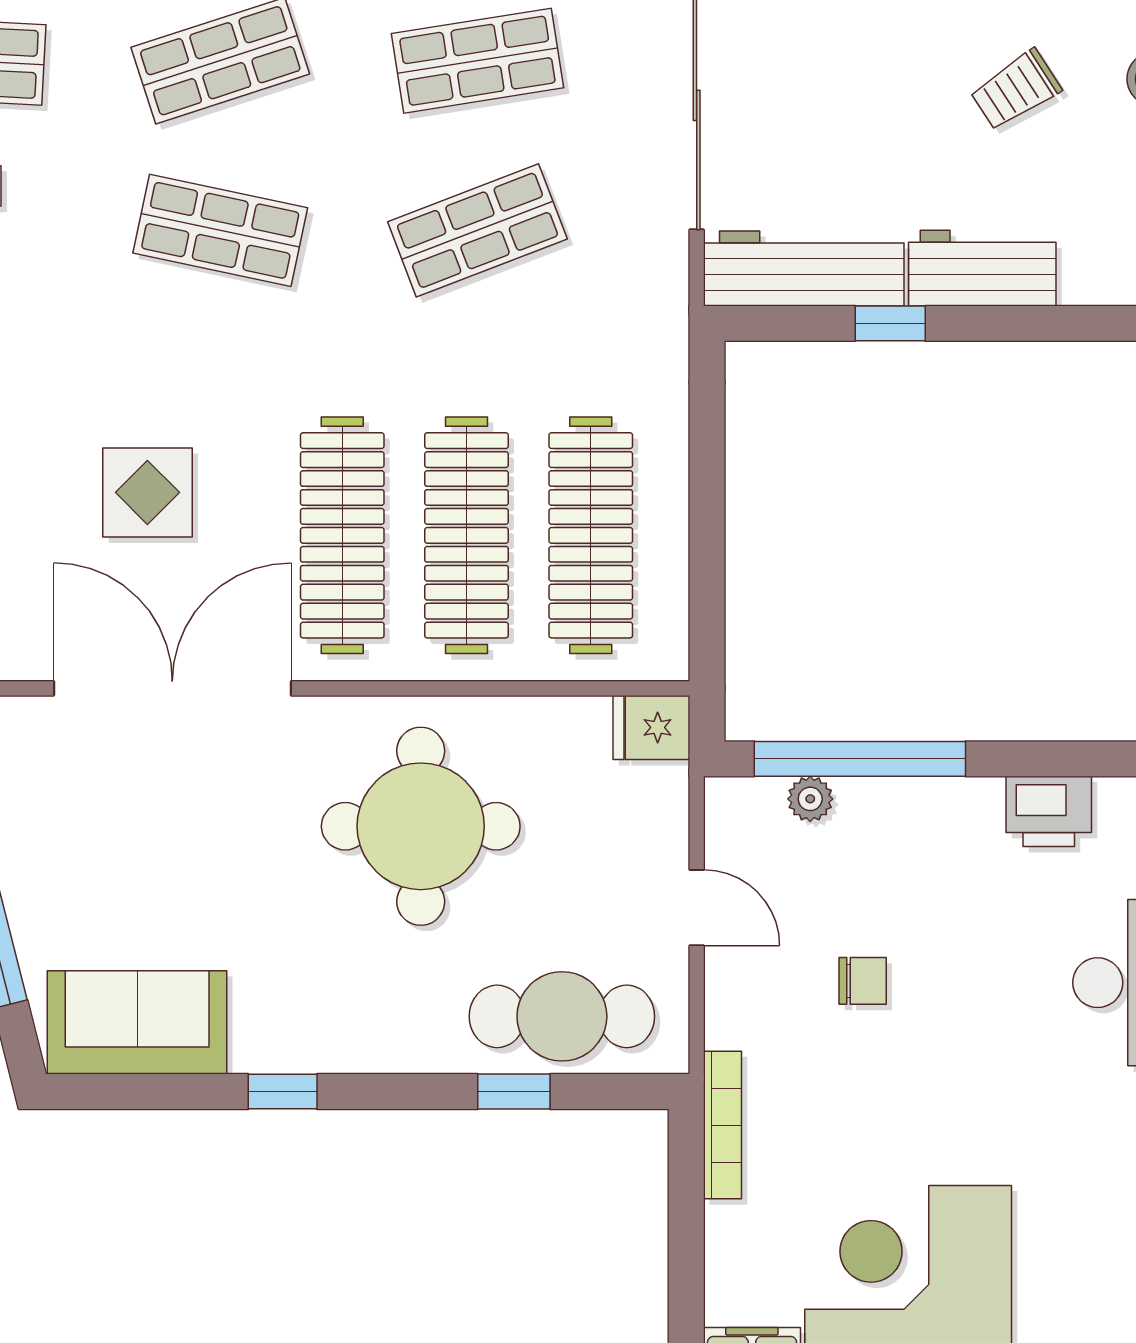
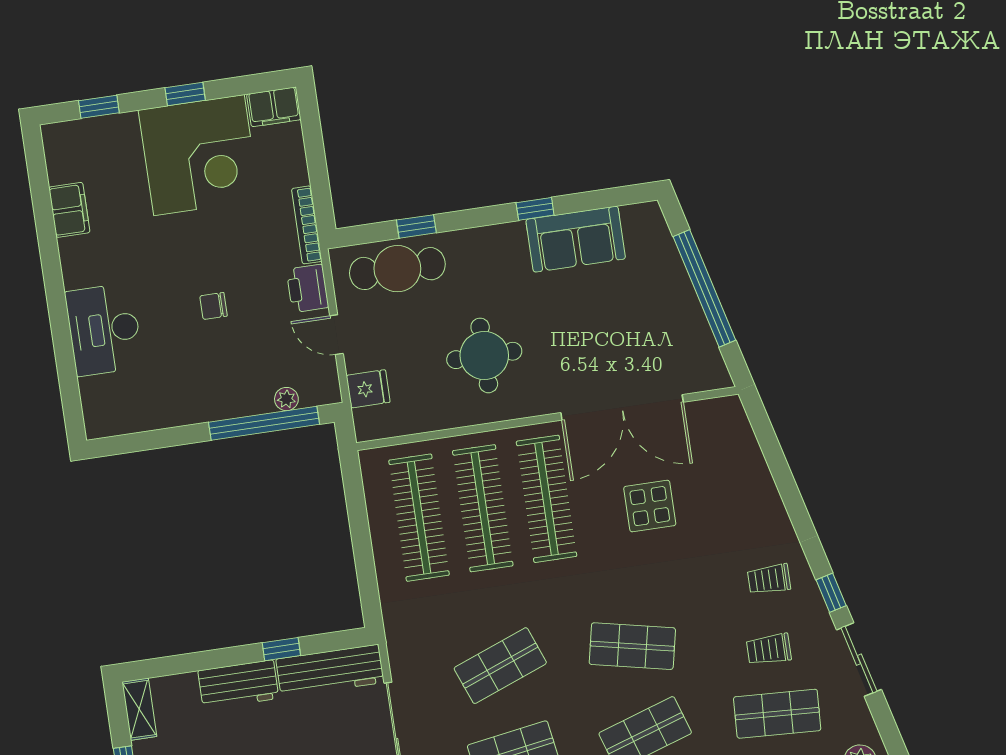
fridge: (651, 727) -> (368, 389), moved
printer: (1049, 811) -> (307, 288), moved, turned -90
round table: (421, 826) -> (484, 355), width x0.73, depth x0.73
chair: (863, 981) -> (214, 306), moved
sofa: (137, 1022) -> (576, 239), moved

